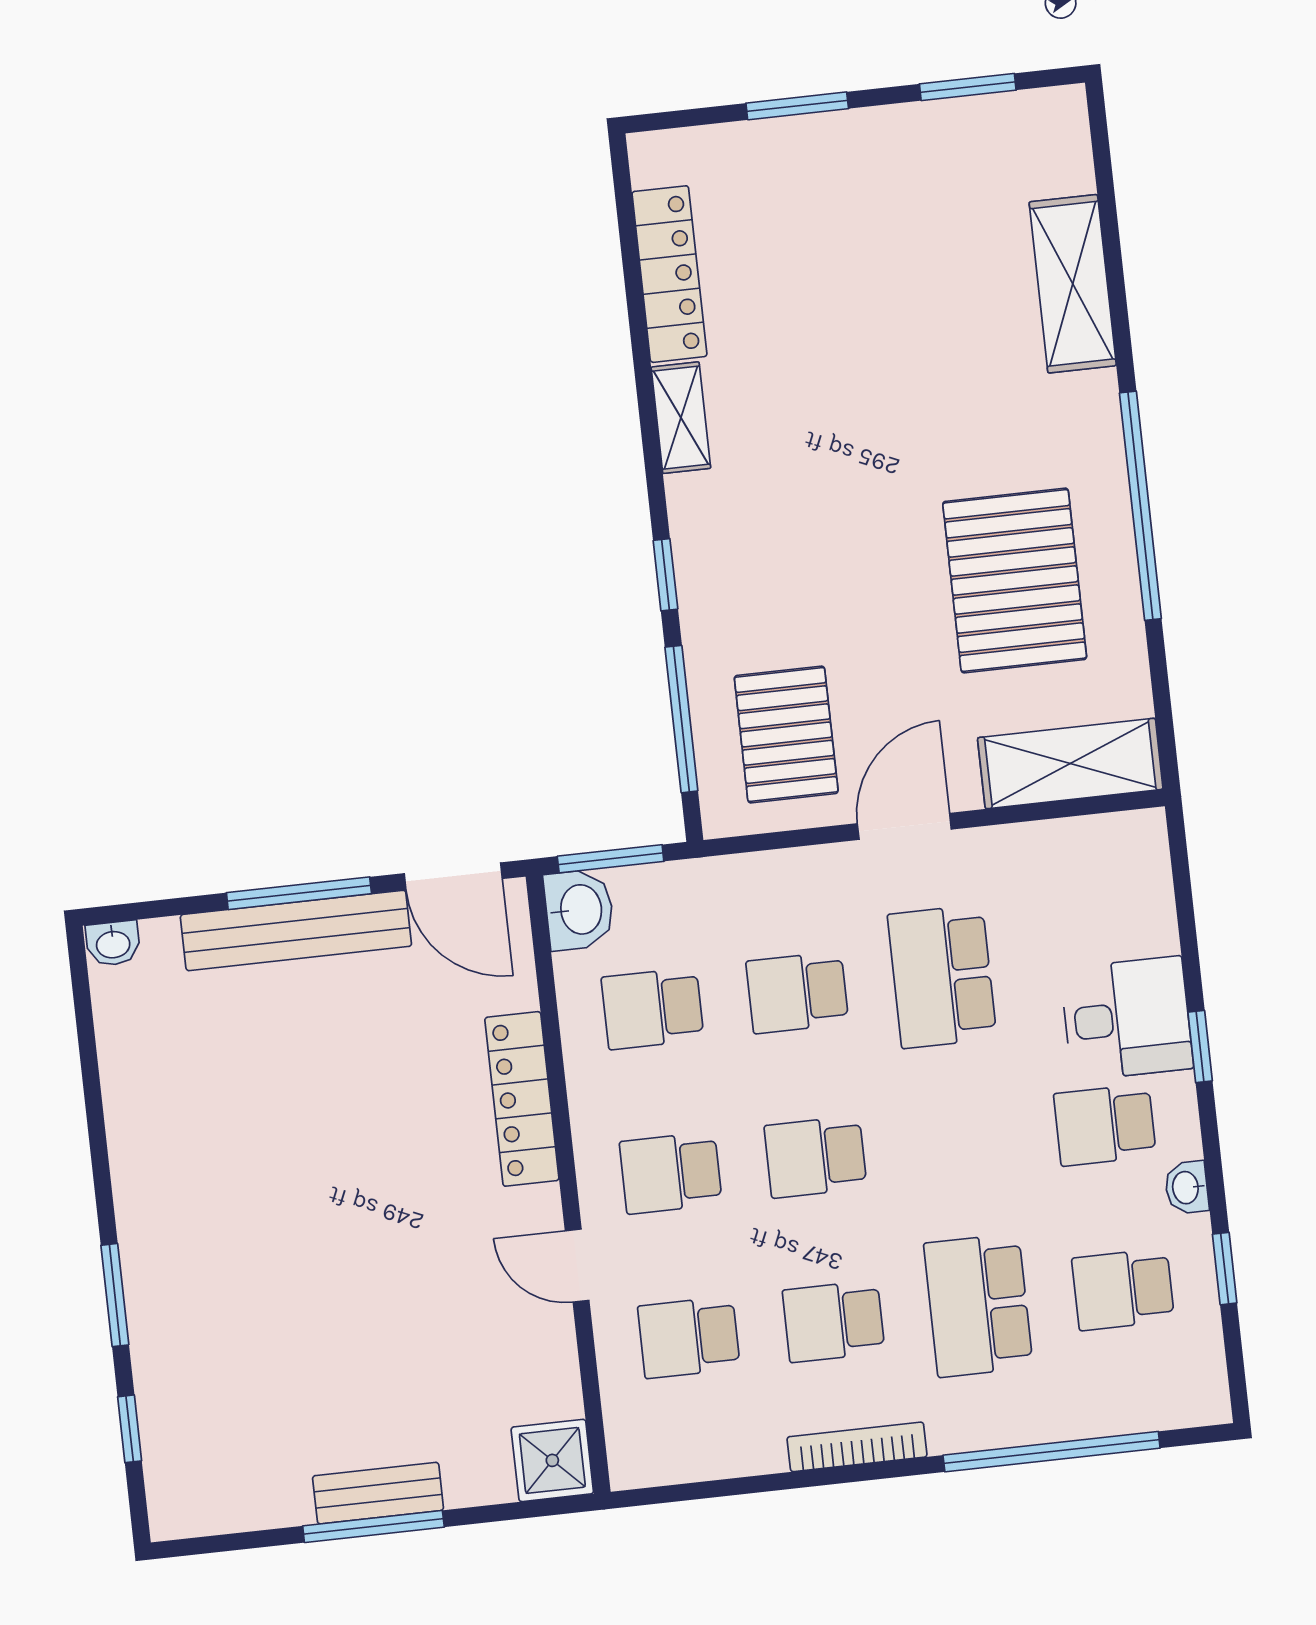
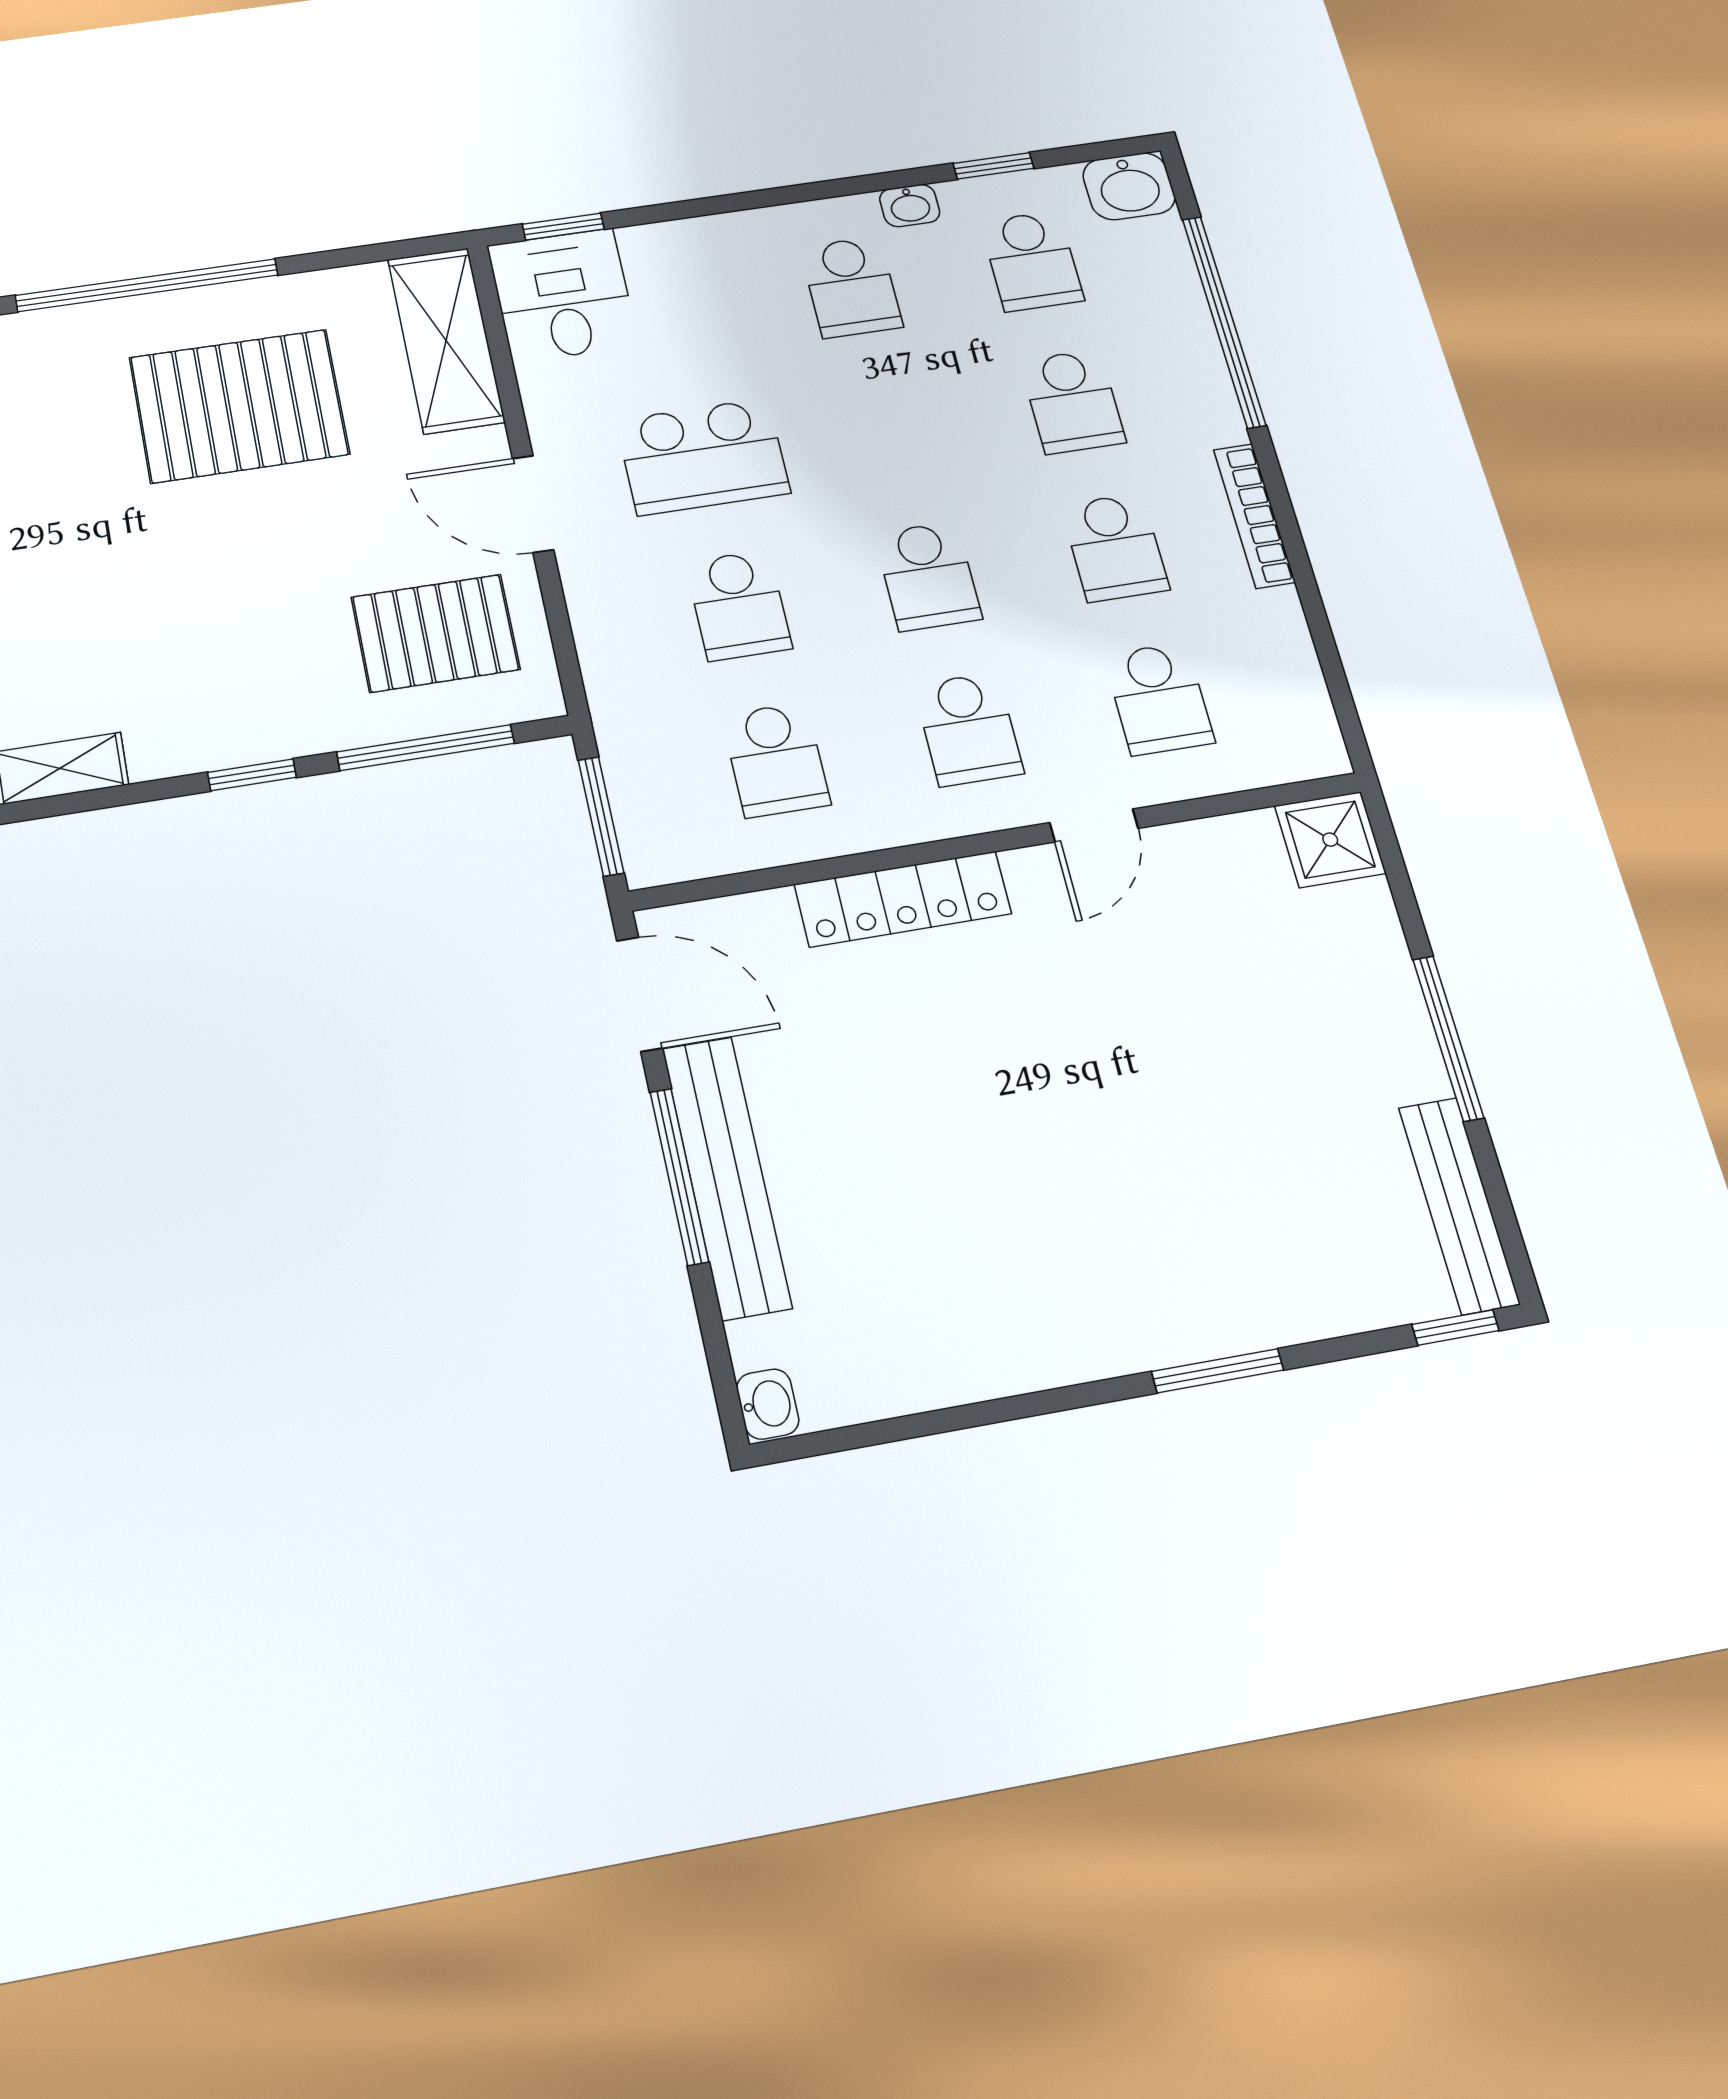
door: (453, 876) -> (640, 994), hinge flipped
washbasin: (579, 910) -> (1129, 186), moved, turned 180
desk: (1127, 1018) -> (563, 295), moved
window: (1200, 1047) -> (563, 227), moved
school desk: (978, 1305) -> (1073, 401), width x0.54
window: (130, 1429) -> (1455, 1328), moved
bench: (378, 1493) -> (1459, 1205), moved, width x1.36

